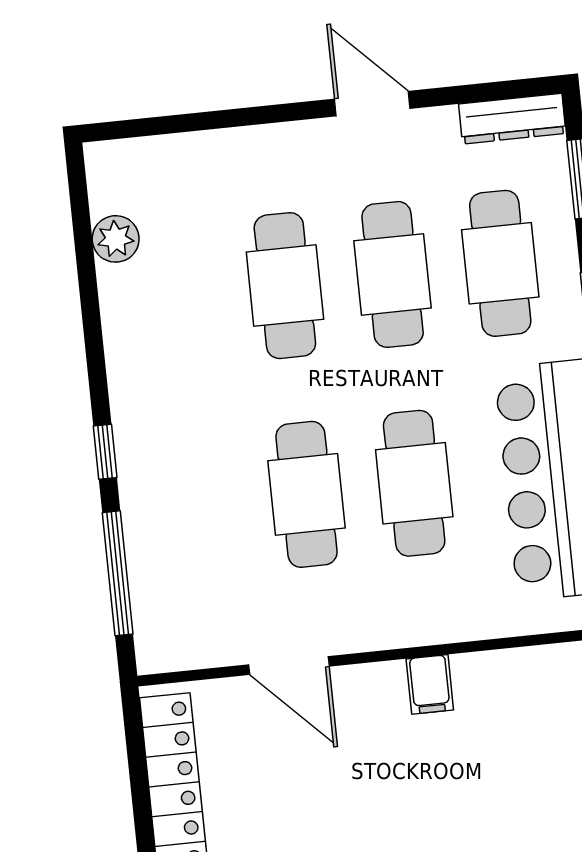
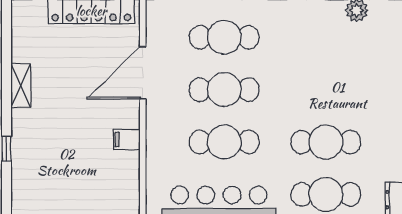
cafe table: (285, 286) -> (224, 37), moved
door: (289, 665) -> (143, 73), width x1.36

